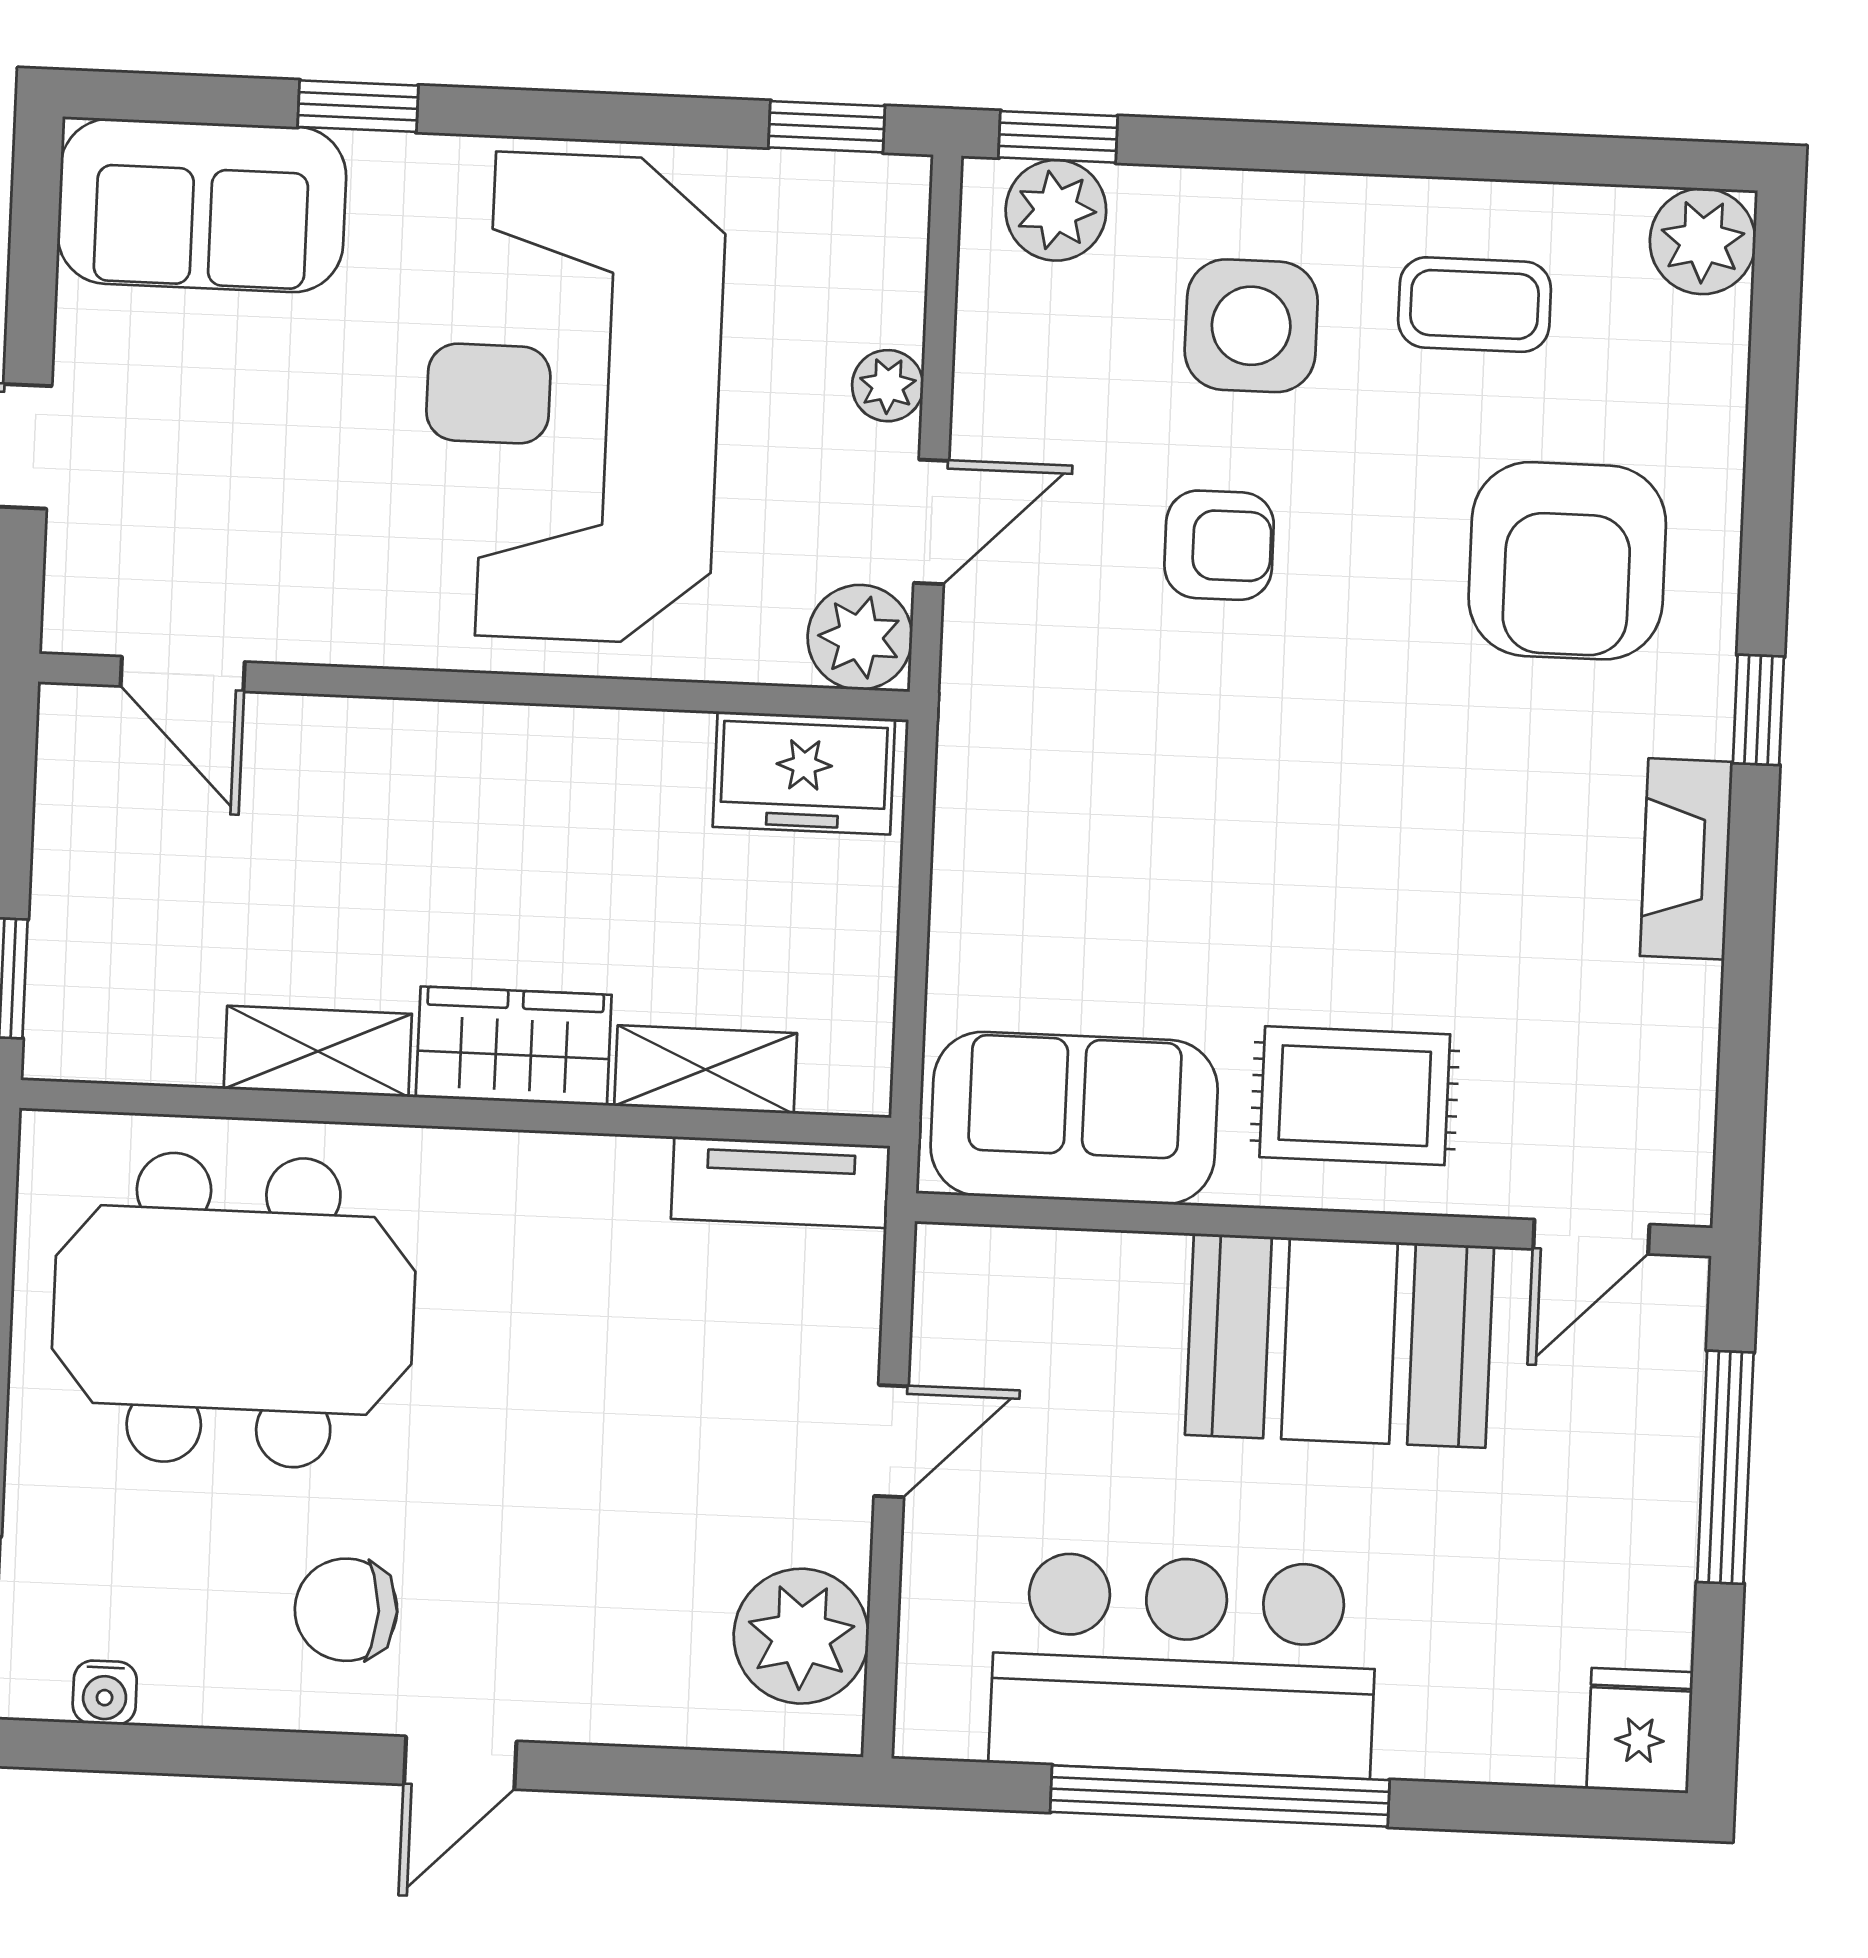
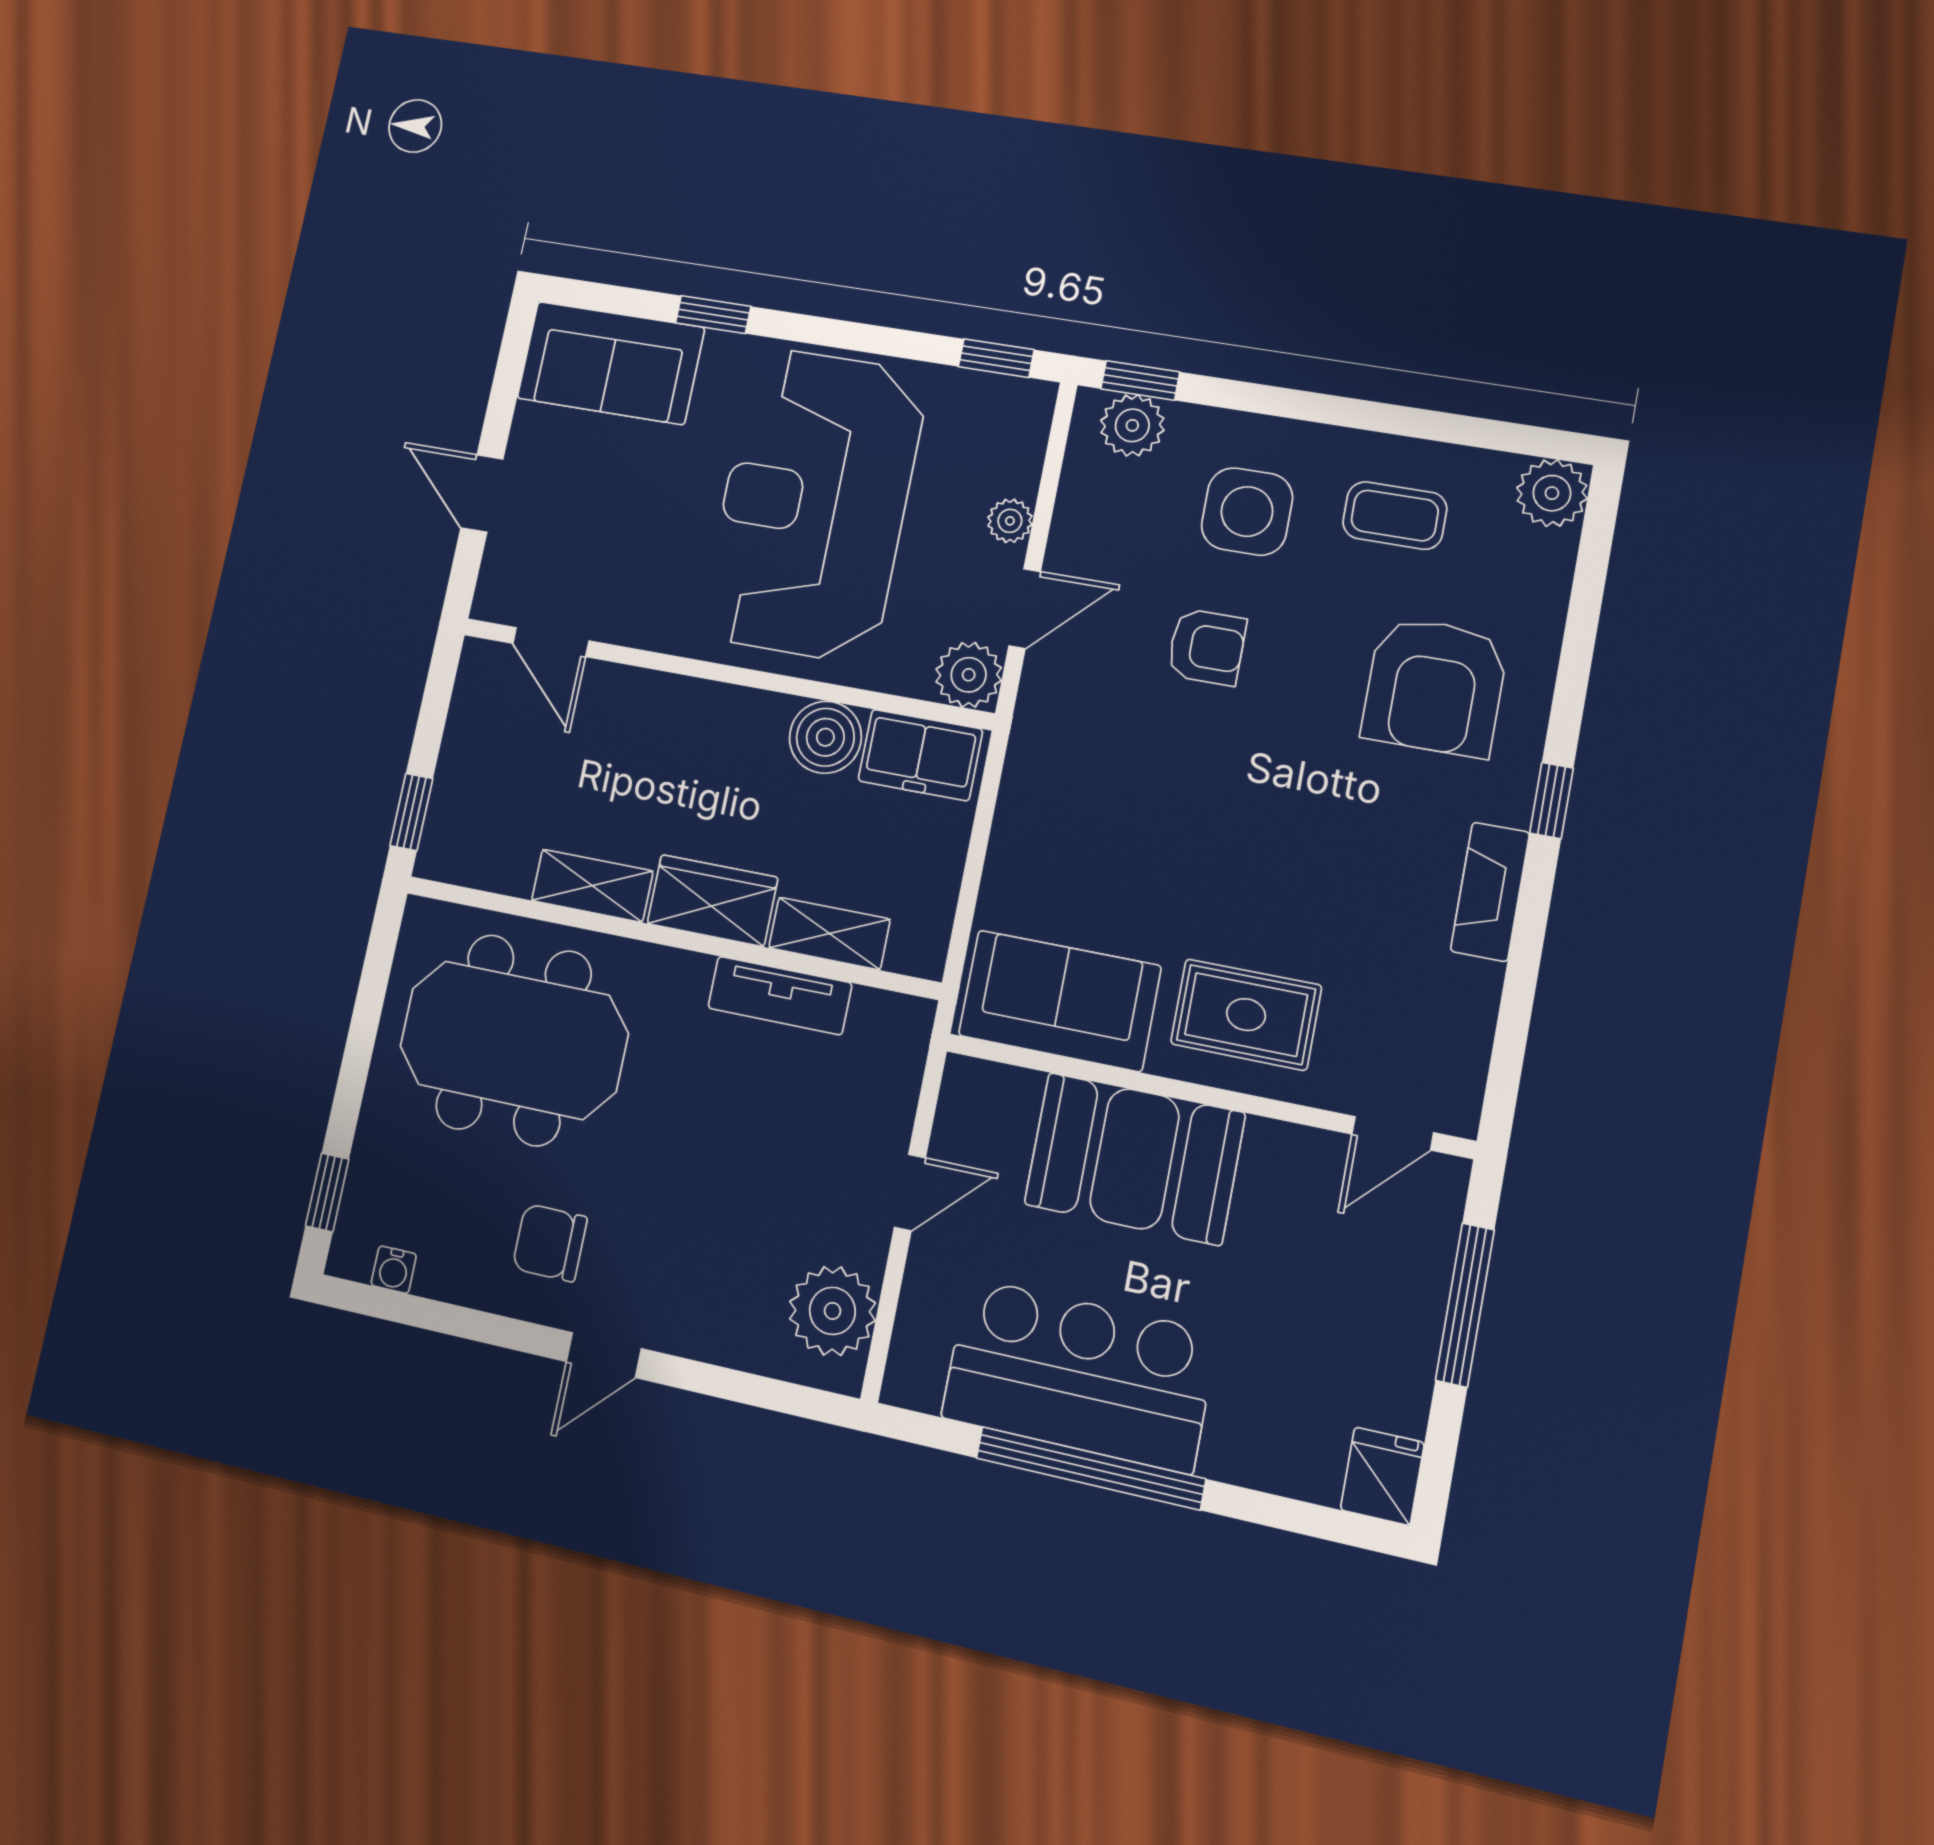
boiler: (651, 766) -> (825, 737), added
tv unit: (780, 1182) -> (780, 996), moved
booth: (1340, 1341) -> (1135, 1159), moved

